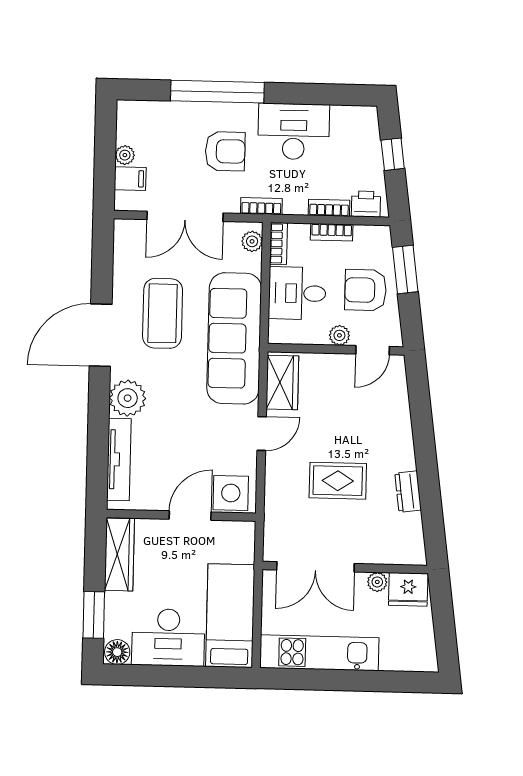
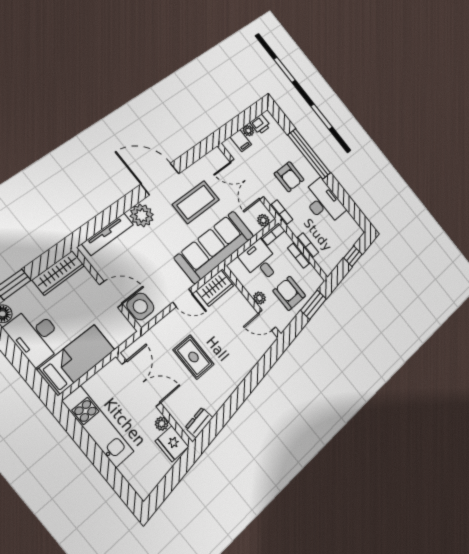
printer: (366, 204) -> (260, 124), moved, turned 90
dresser: (408, 492) -> (199, 423), moved
double door: (315, 567) -> (141, 384), swing flipped

